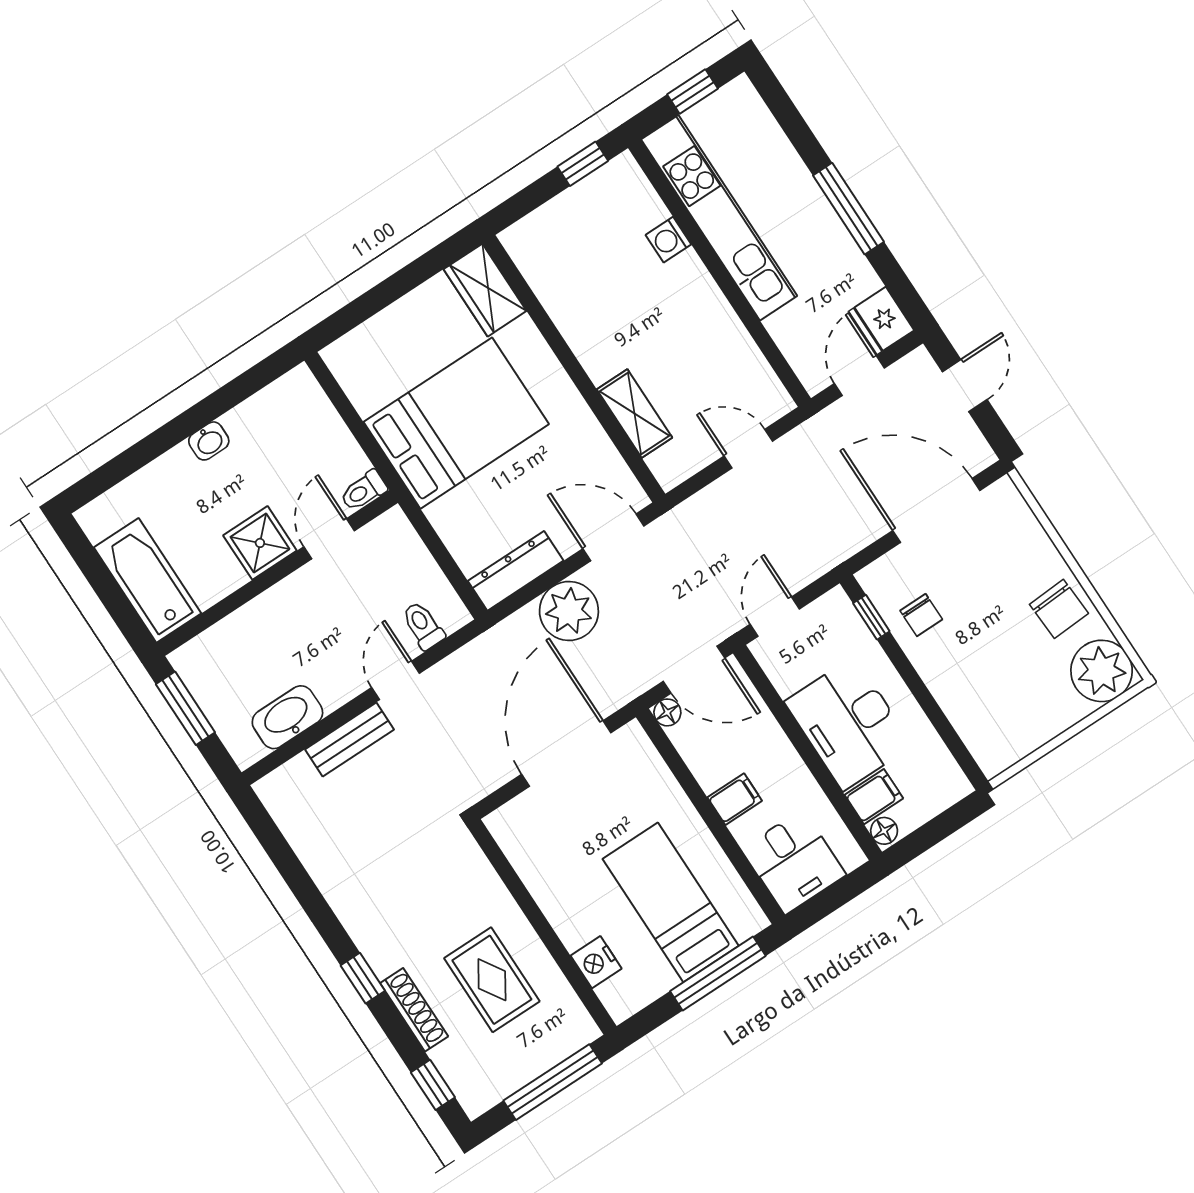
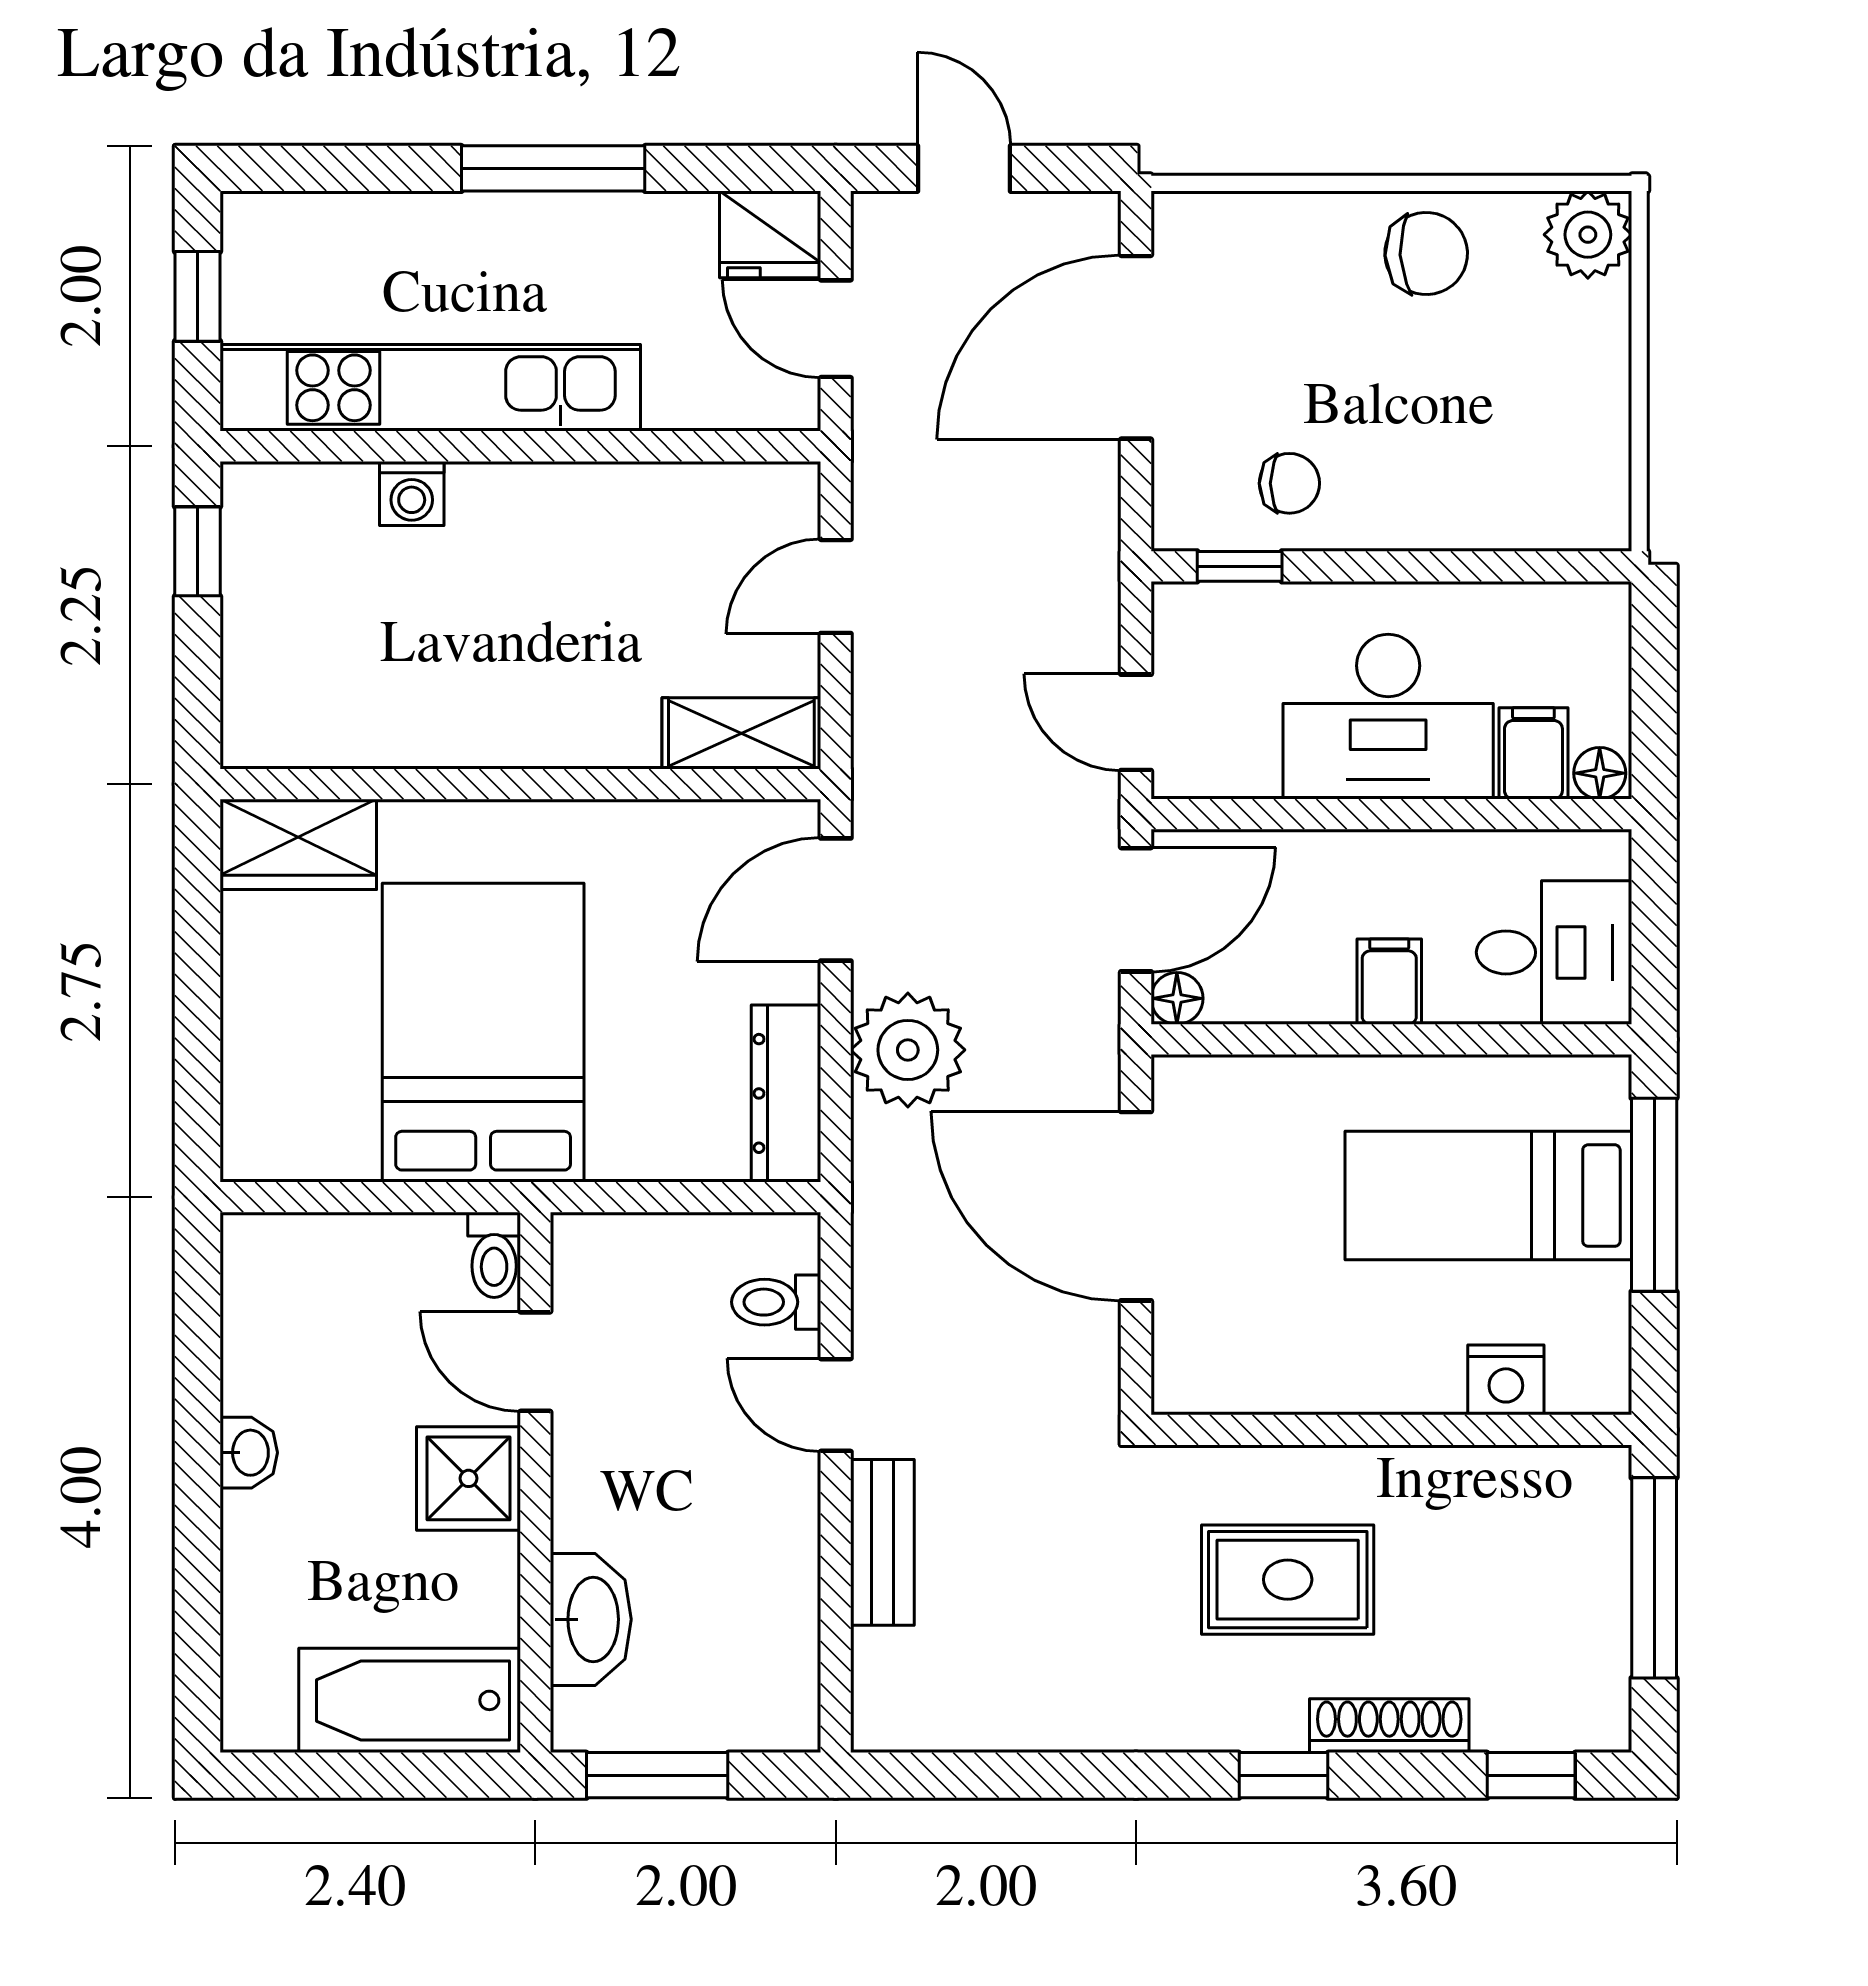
shelving: (635, 414) -> (741, 733), moved
plant: (1102, 671) -> (1588, 235), width x0.73, depth x0.73
washbasin: (287, 717) -> (591, 1619), moved, turned 180
rug: (492, 980) -> (1288, 1580), moved

